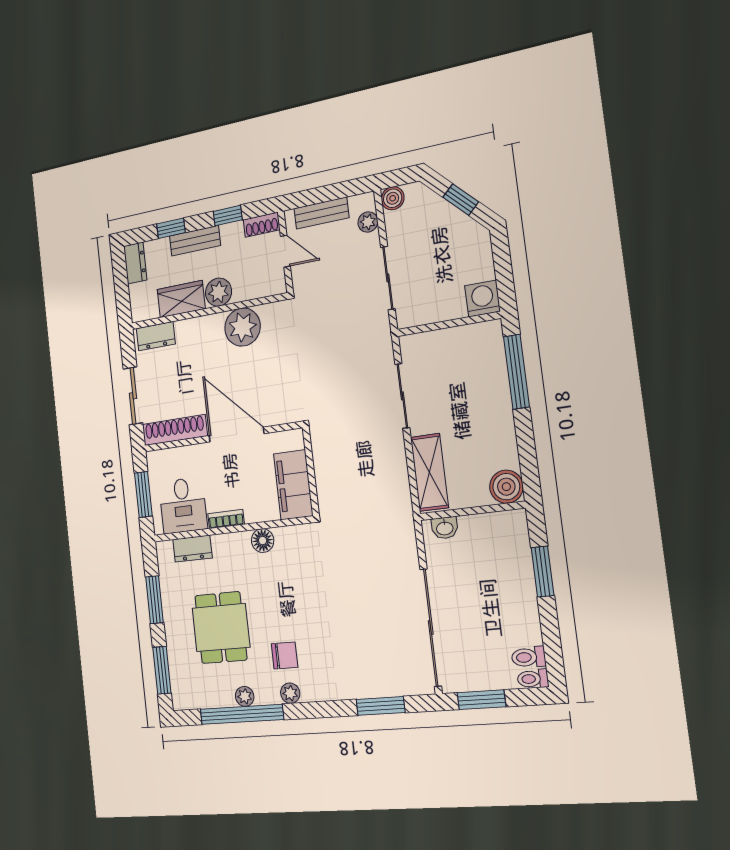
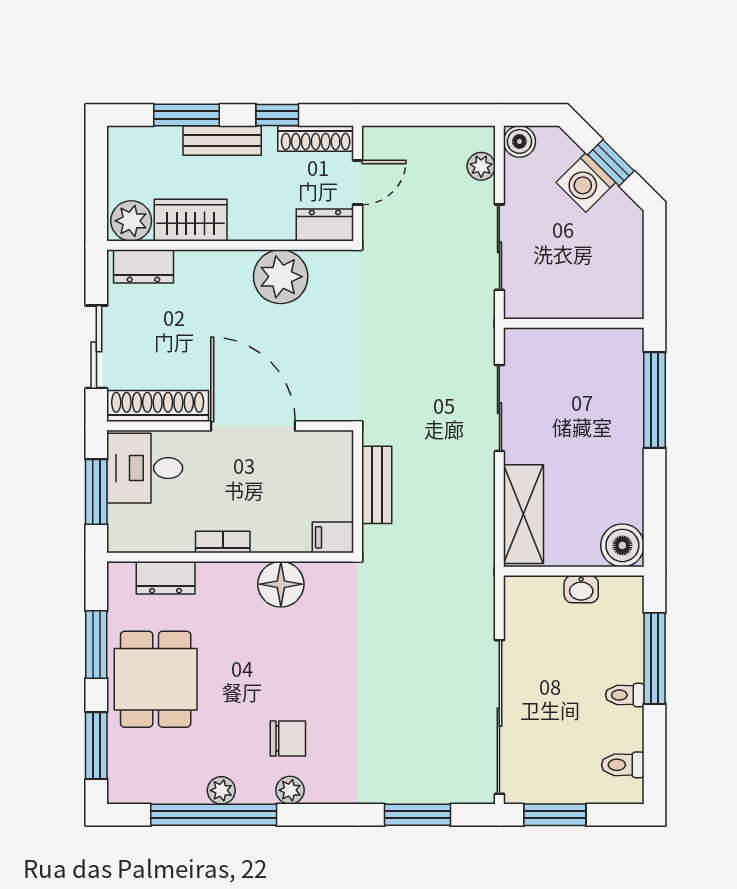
bench: (321, 213) -> (377, 485), moved, turned 90
shoe rack: (262, 225) -> (316, 139), width x1.43
window: (171, 228) -> (187, 115), width x1.50
door: (285, 251) -> (358, 182), hinge flipped
dresser: (135, 263) -> (325, 225), moved, turned -90
plant: (218, 292) -> (131, 221), moved
washing machine: (482, 299) -> (586, 182), moved, turned -135
filing cabinet: (293, 485) -> (333, 537), width x0.33, depth x0.86
desk: (183, 505) -> (145, 468), moved, turned 90
washbasin: (445, 528) -> (581, 589), moved
floor lamp: (263, 541) -> (281, 584), width x1.38, depth x1.38
window: (543, 572) -> (655, 658), width x1.44
dining table: (221, 628) -> (156, 679), moved
toilet: (533, 679) -> (625, 695), moved

